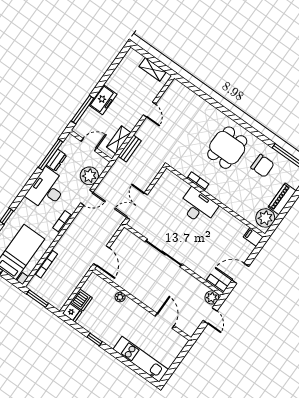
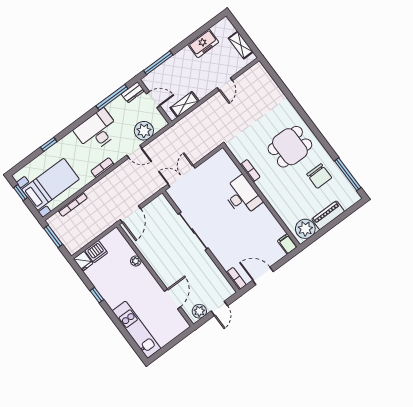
freezer: (103, 100) -> (203, 43), moved
bench: (130, 149) -> (193, 117), removed
dresser: (57, 160) -> (133, 92), moved
plant: (212, 297) -> (199, 311), moved

